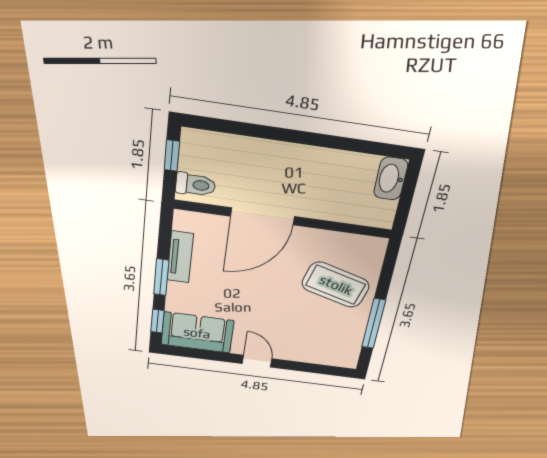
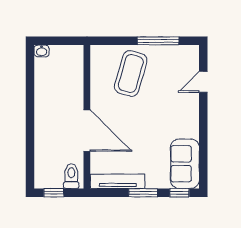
washbasin: (391, 179) -> (42, 51), width x0.52, depth x0.69
tv unit: (180, 257) -> (118, 181), width x1.41
door: (257, 361) -> (203, 82), moved

